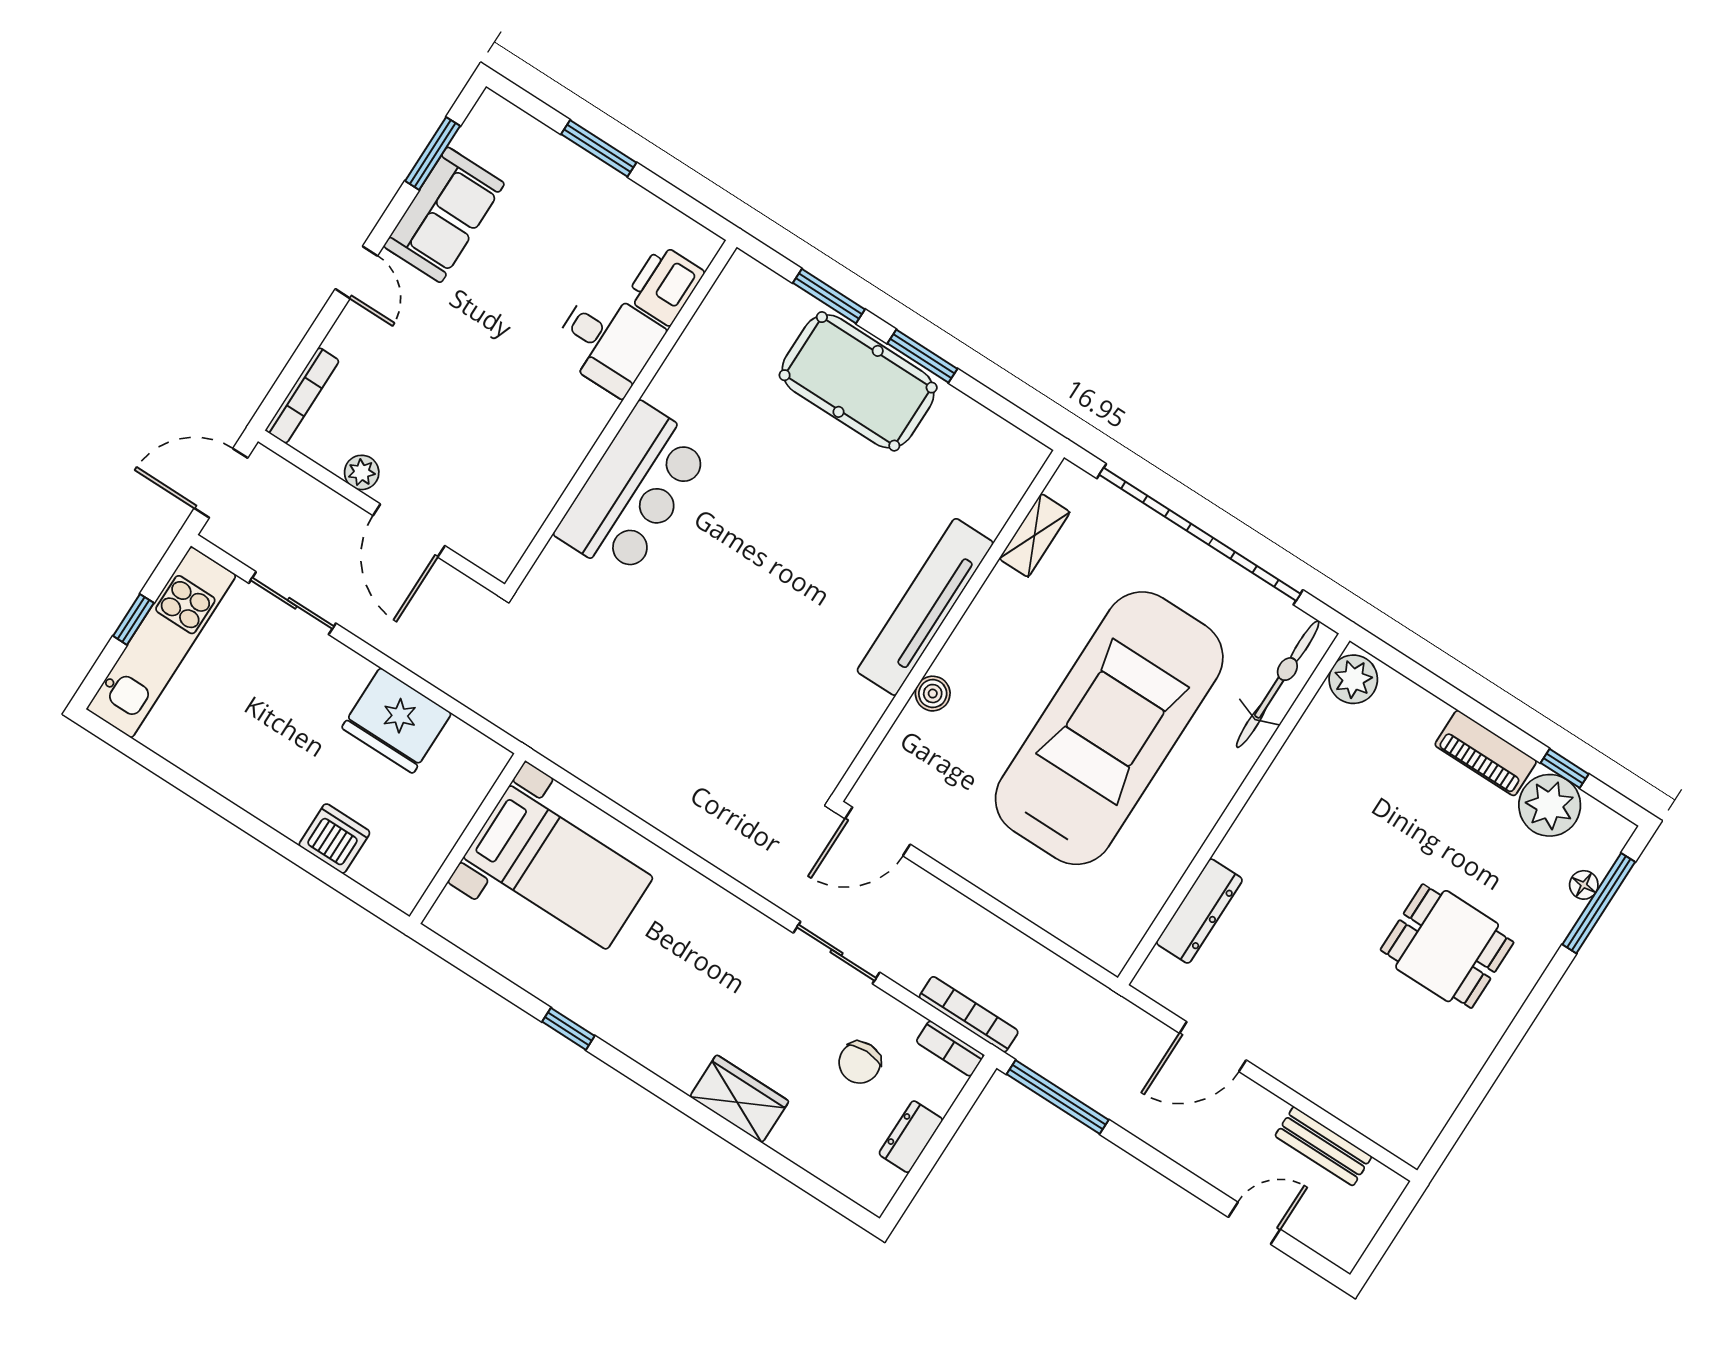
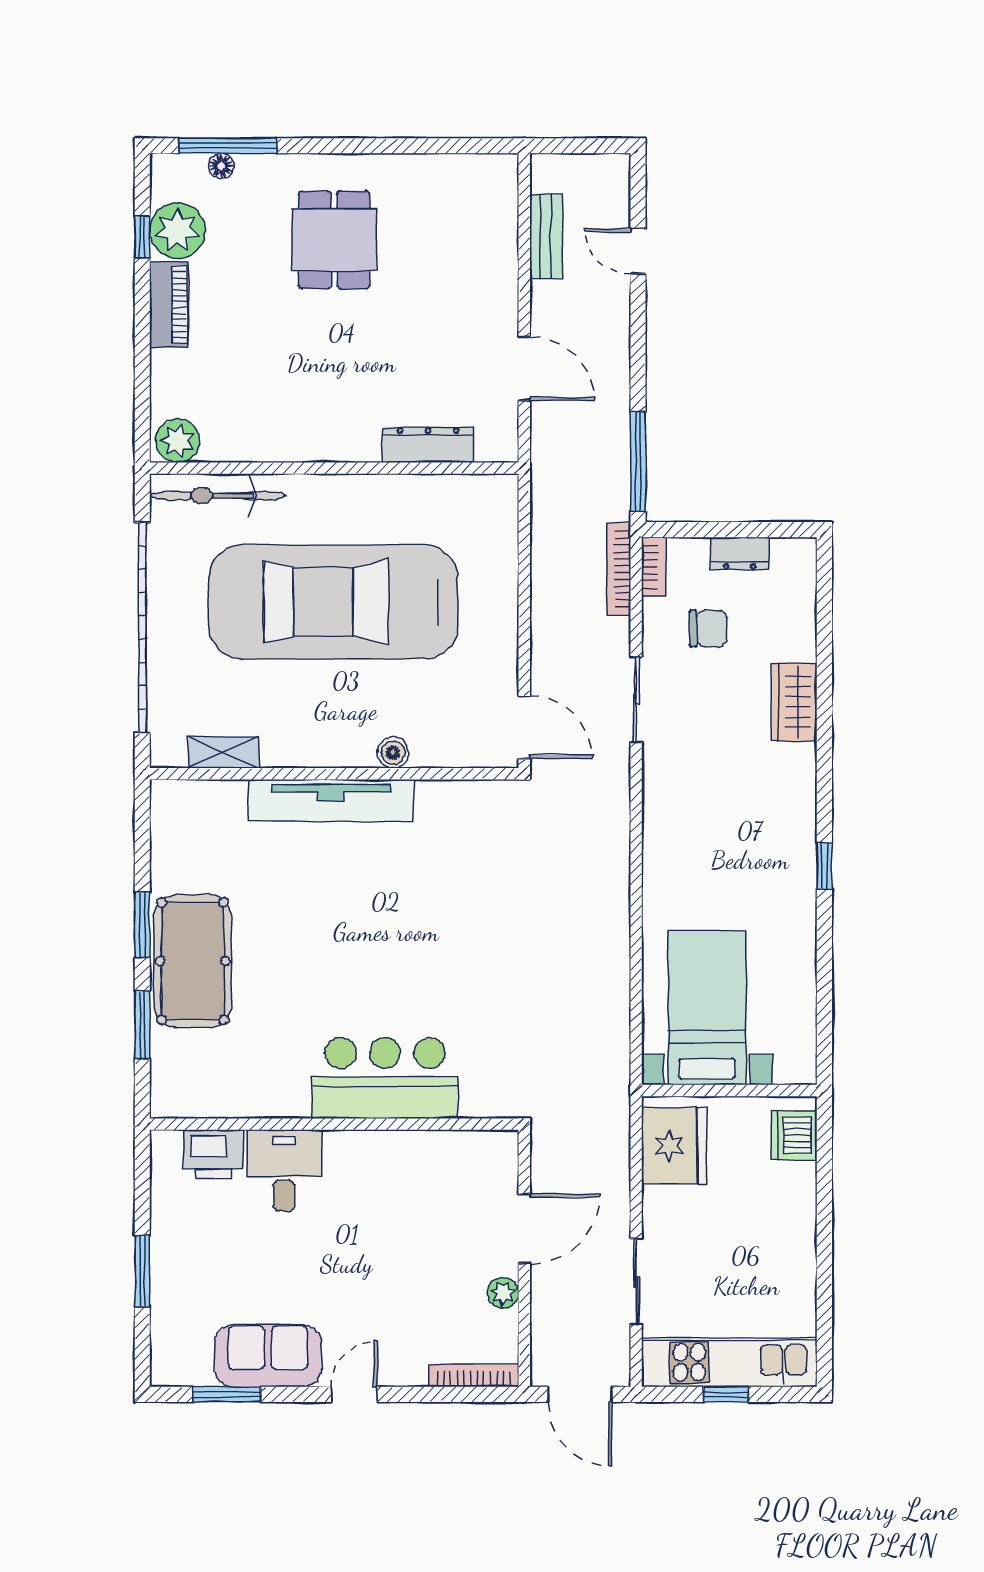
wall: (467, 839) -> (729, 1091), moved
bed with nightstands: (558, 867) -> (707, 1008), moved

